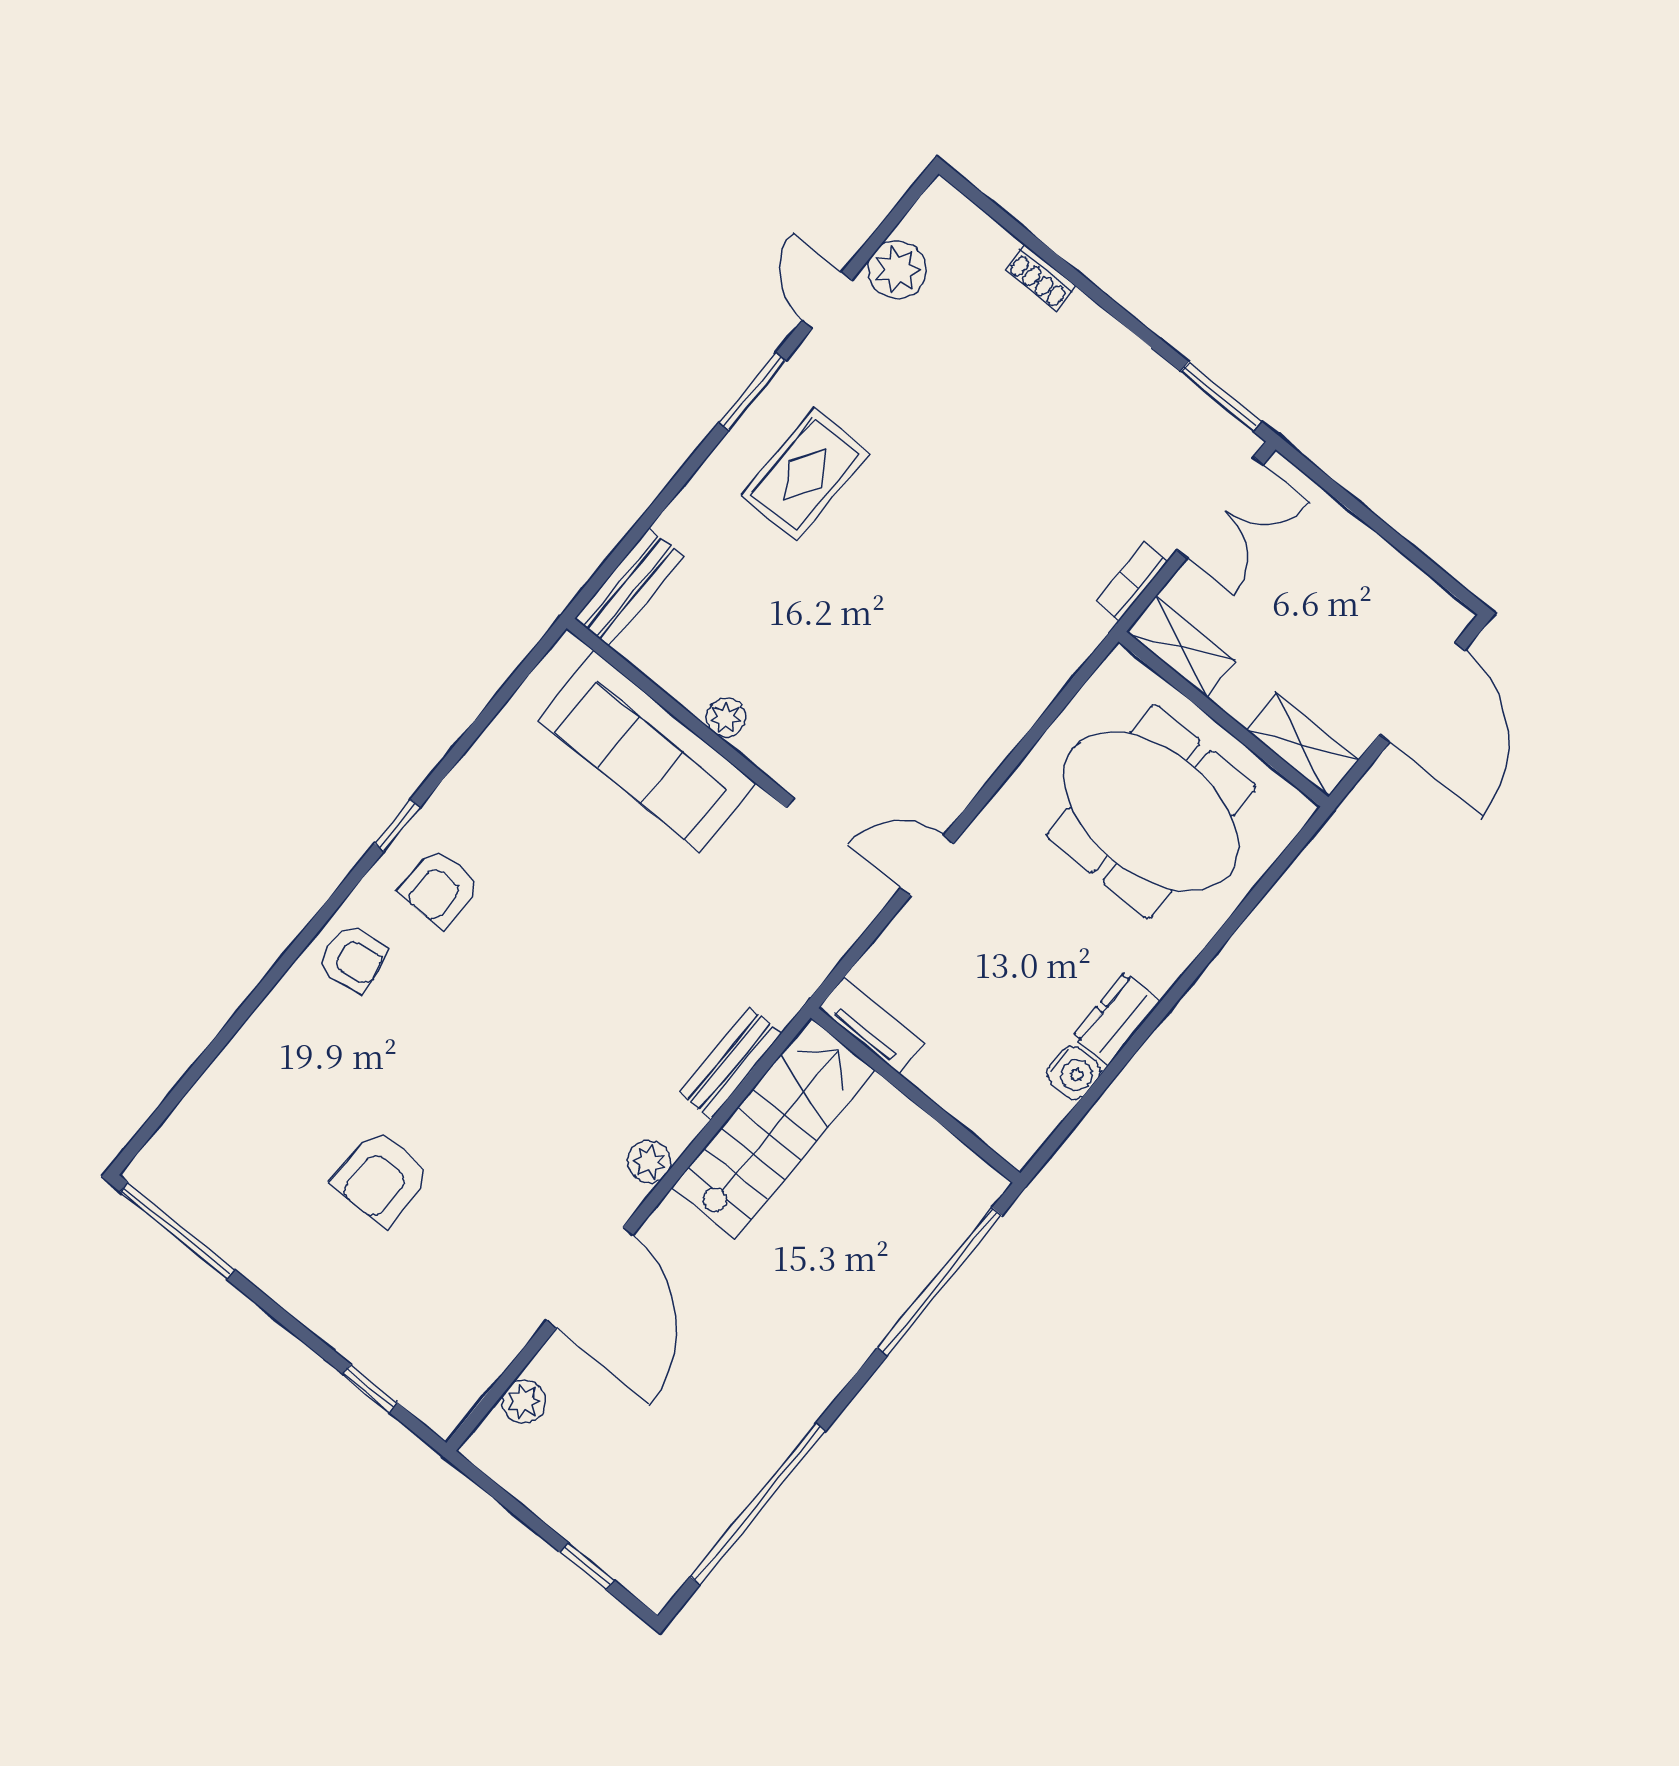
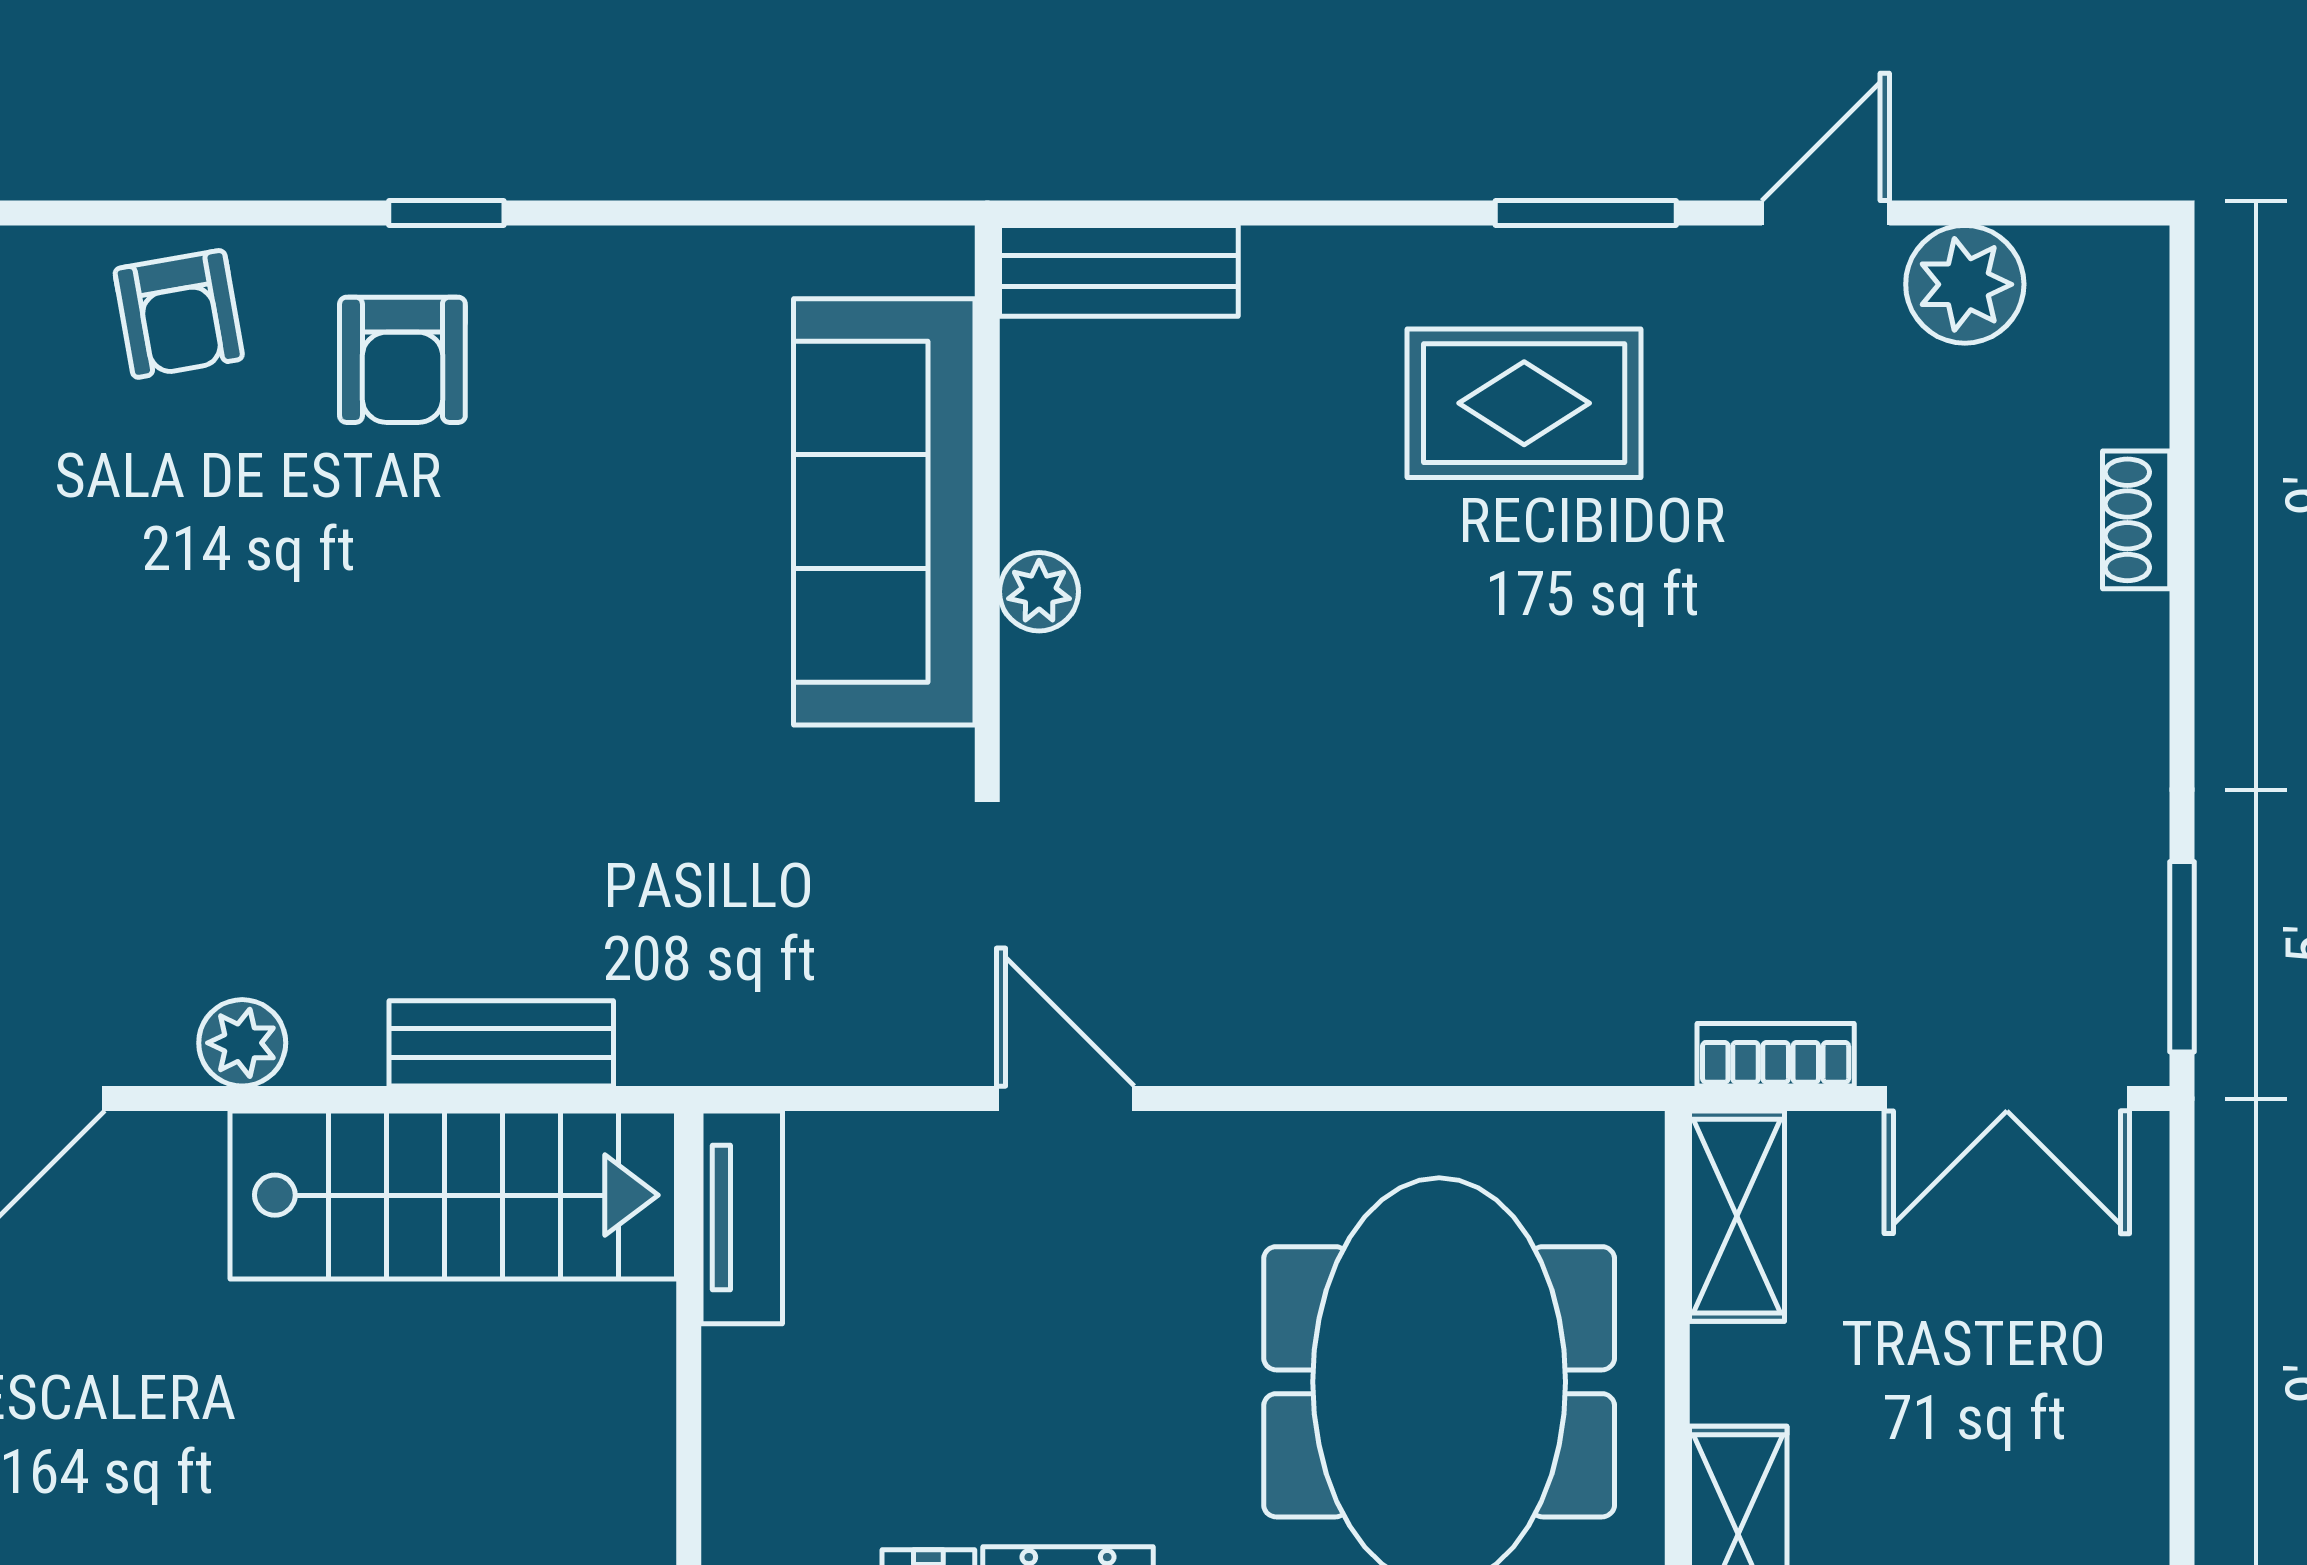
armchair: (439, 888) -> (402, 360), turned -90

